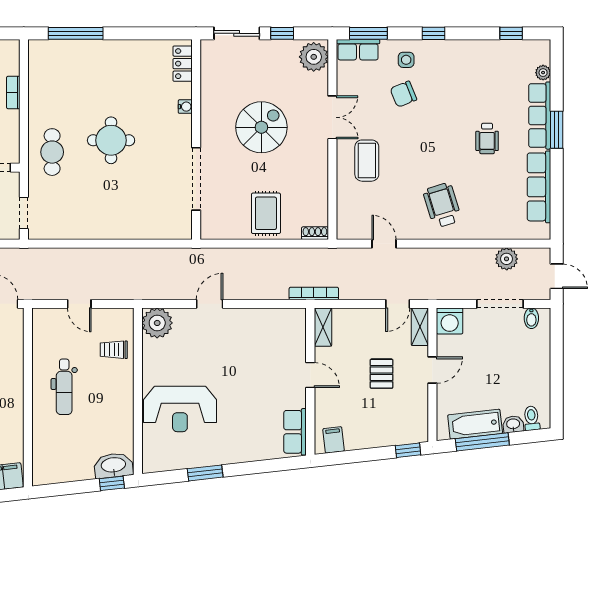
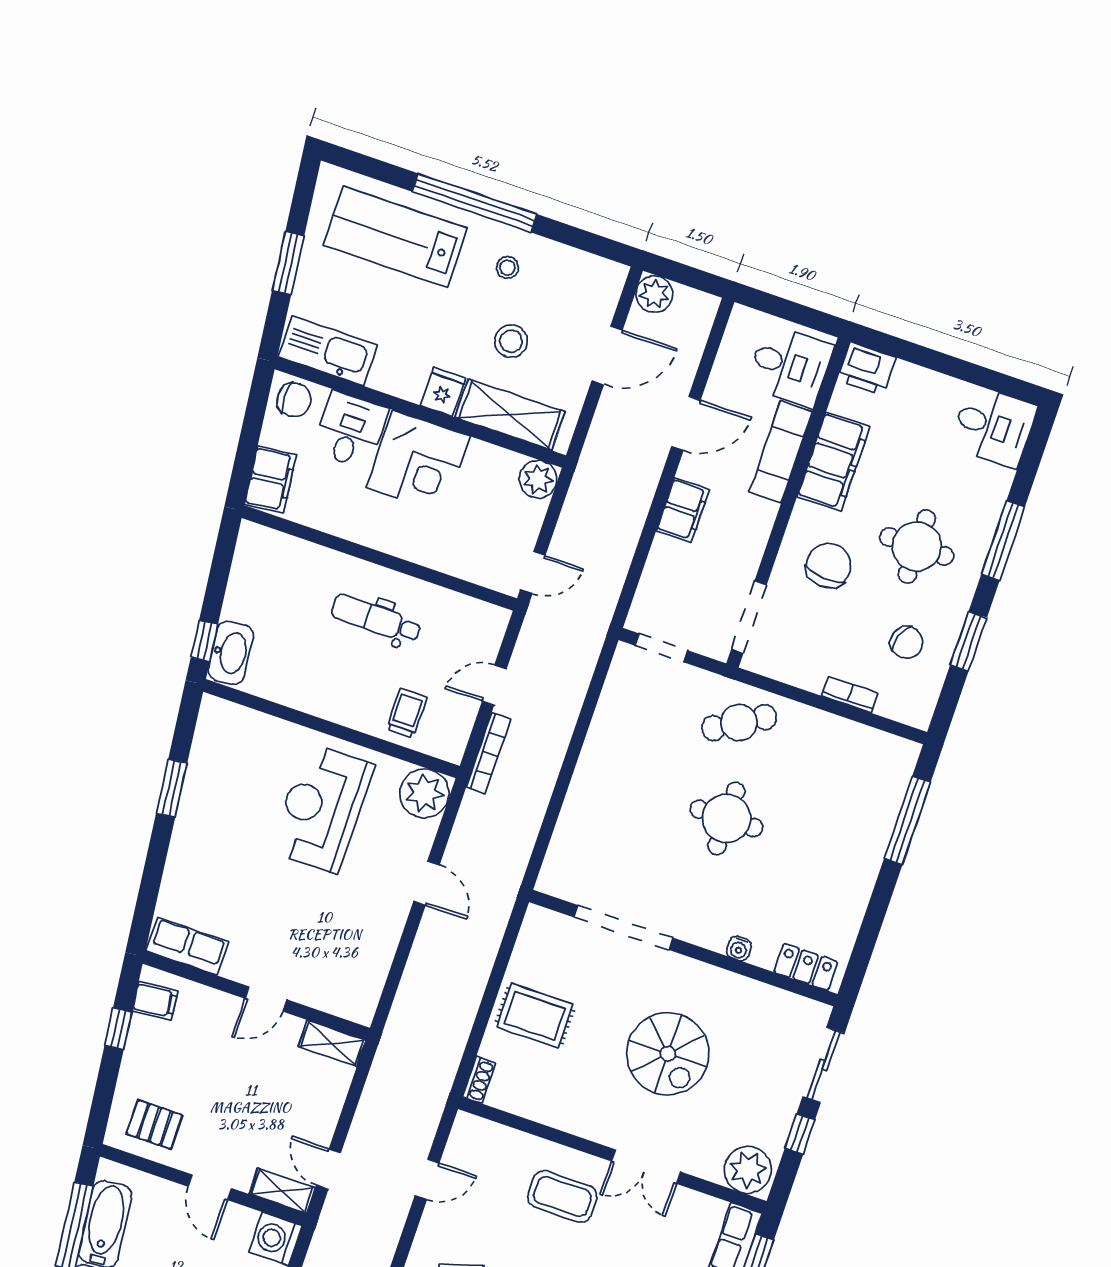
cafe table: (52, 152) -> (739, 723), turned -31
bookcase: (314, 293) -> (488, 753), moved
pallet: (382, 374) -> (154, 1125), moved
reception desk: (180, 409) -> (322, 808), moved
window: (408, 450) -> (118, 1029), moved

